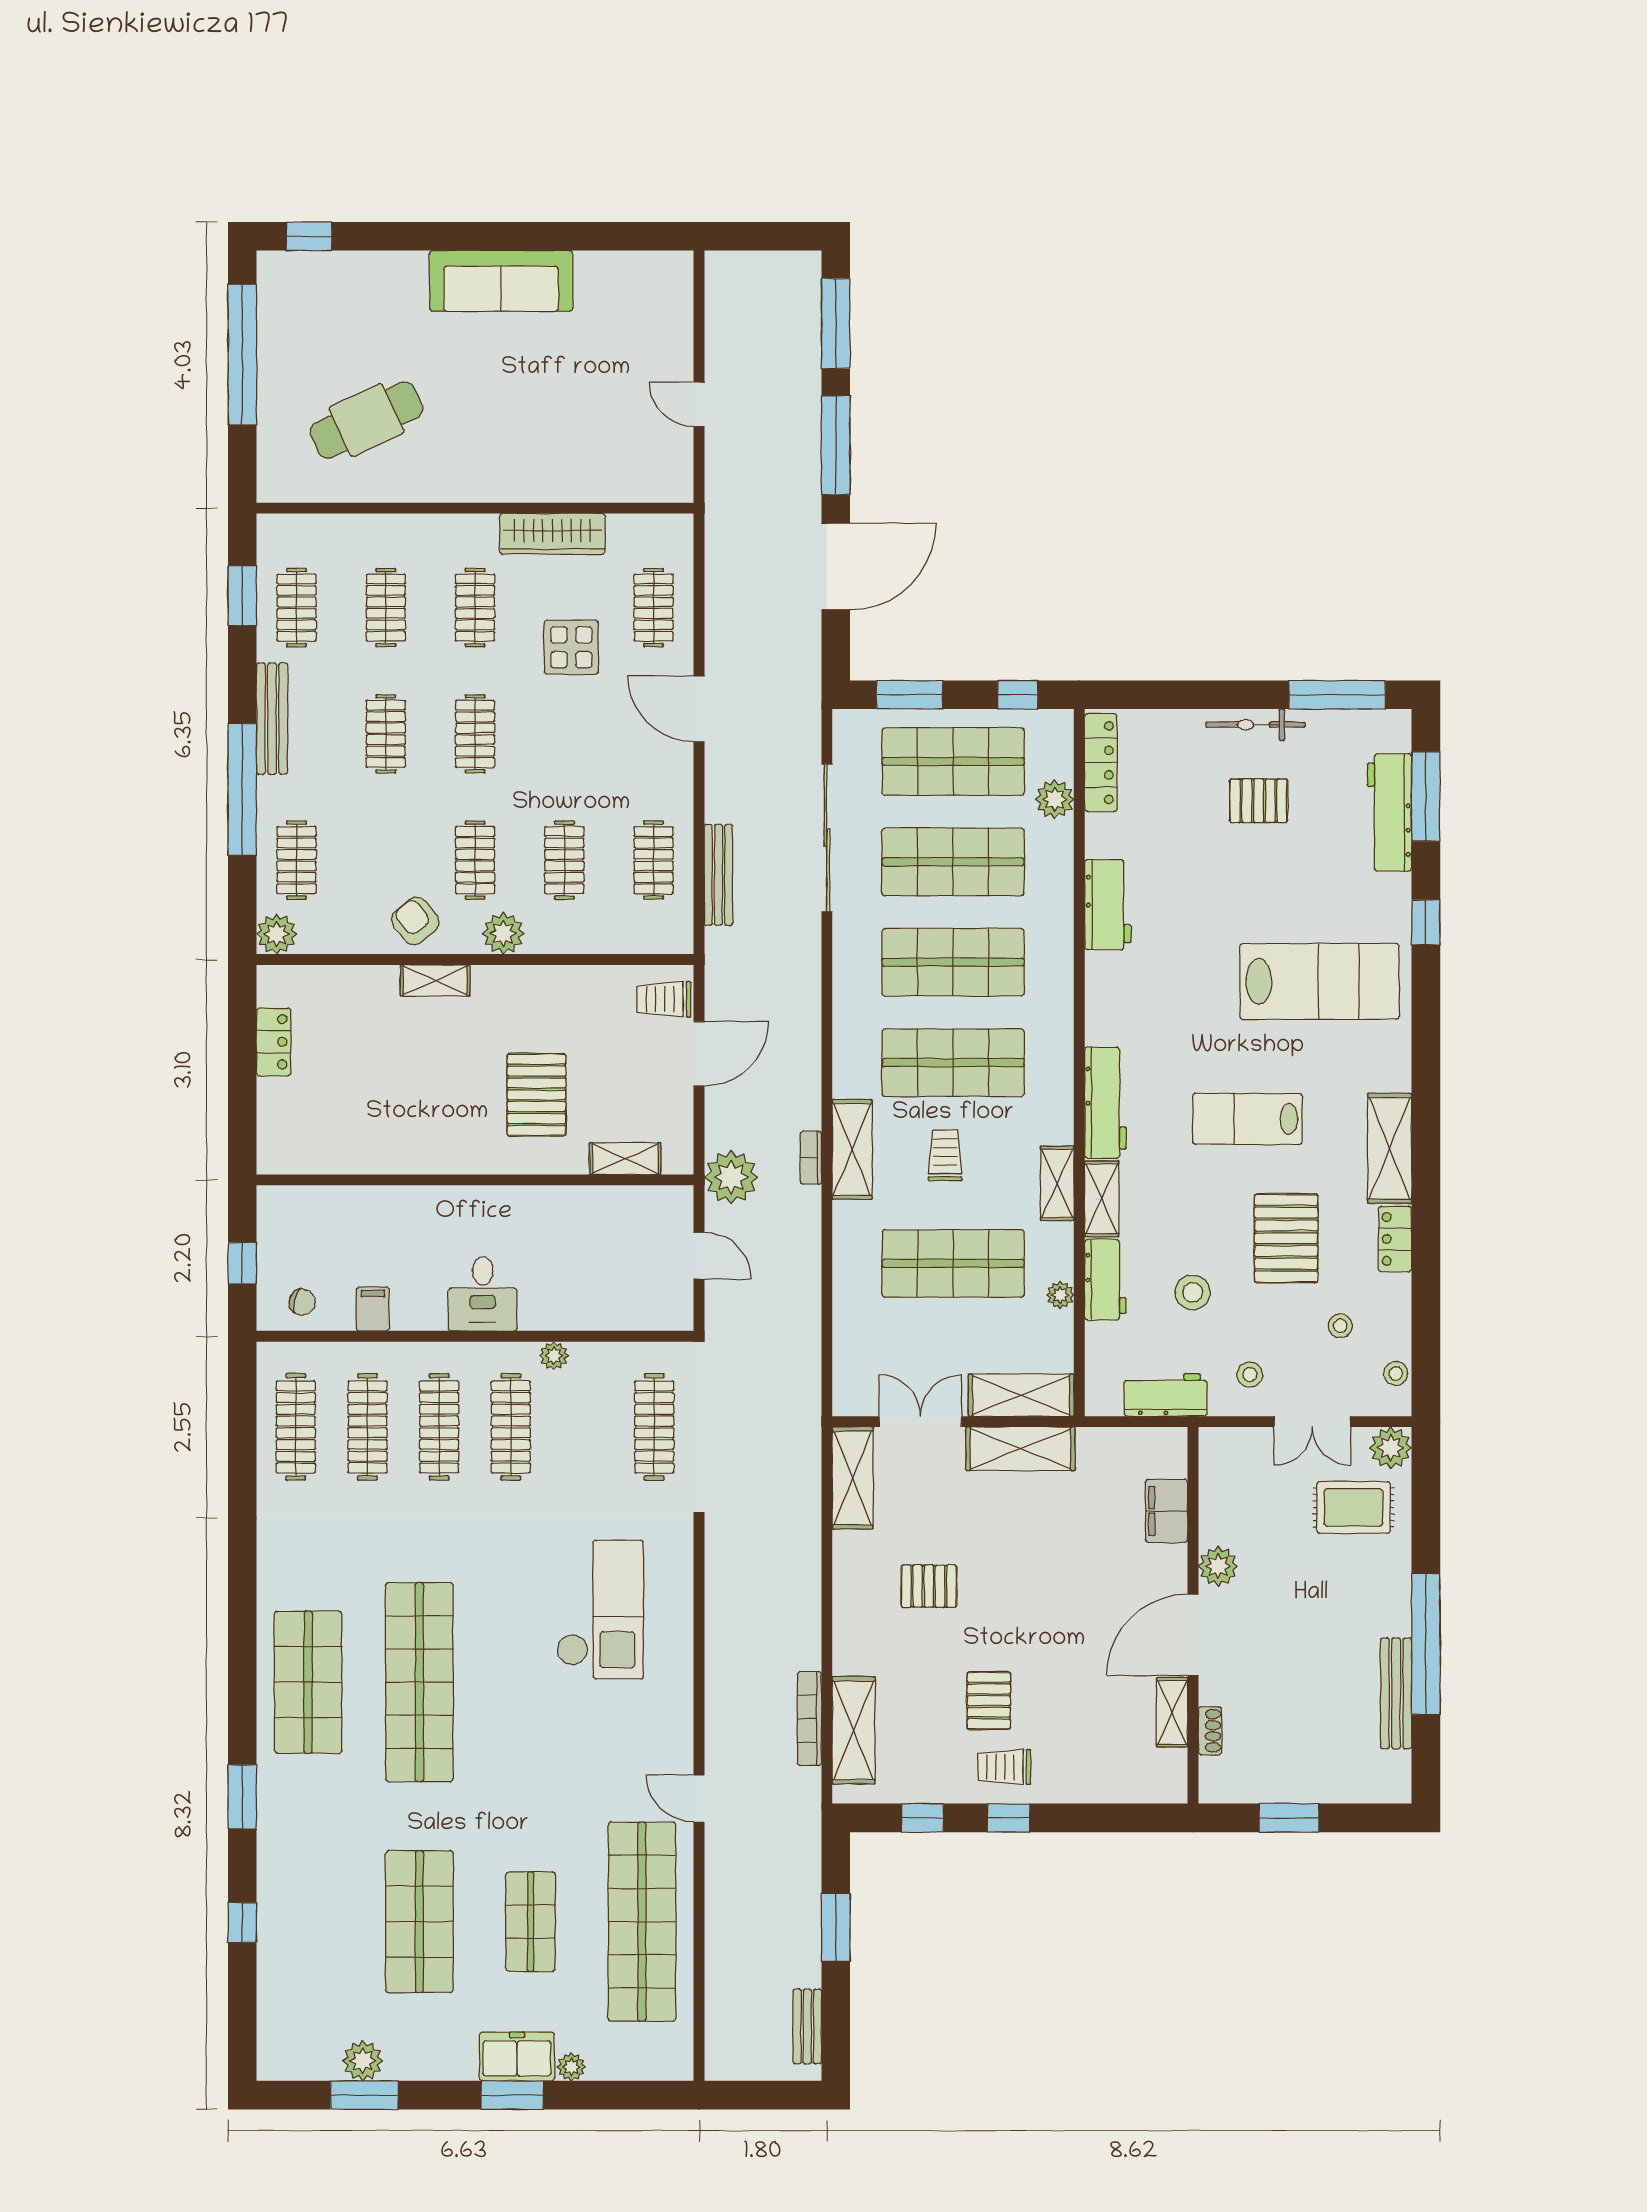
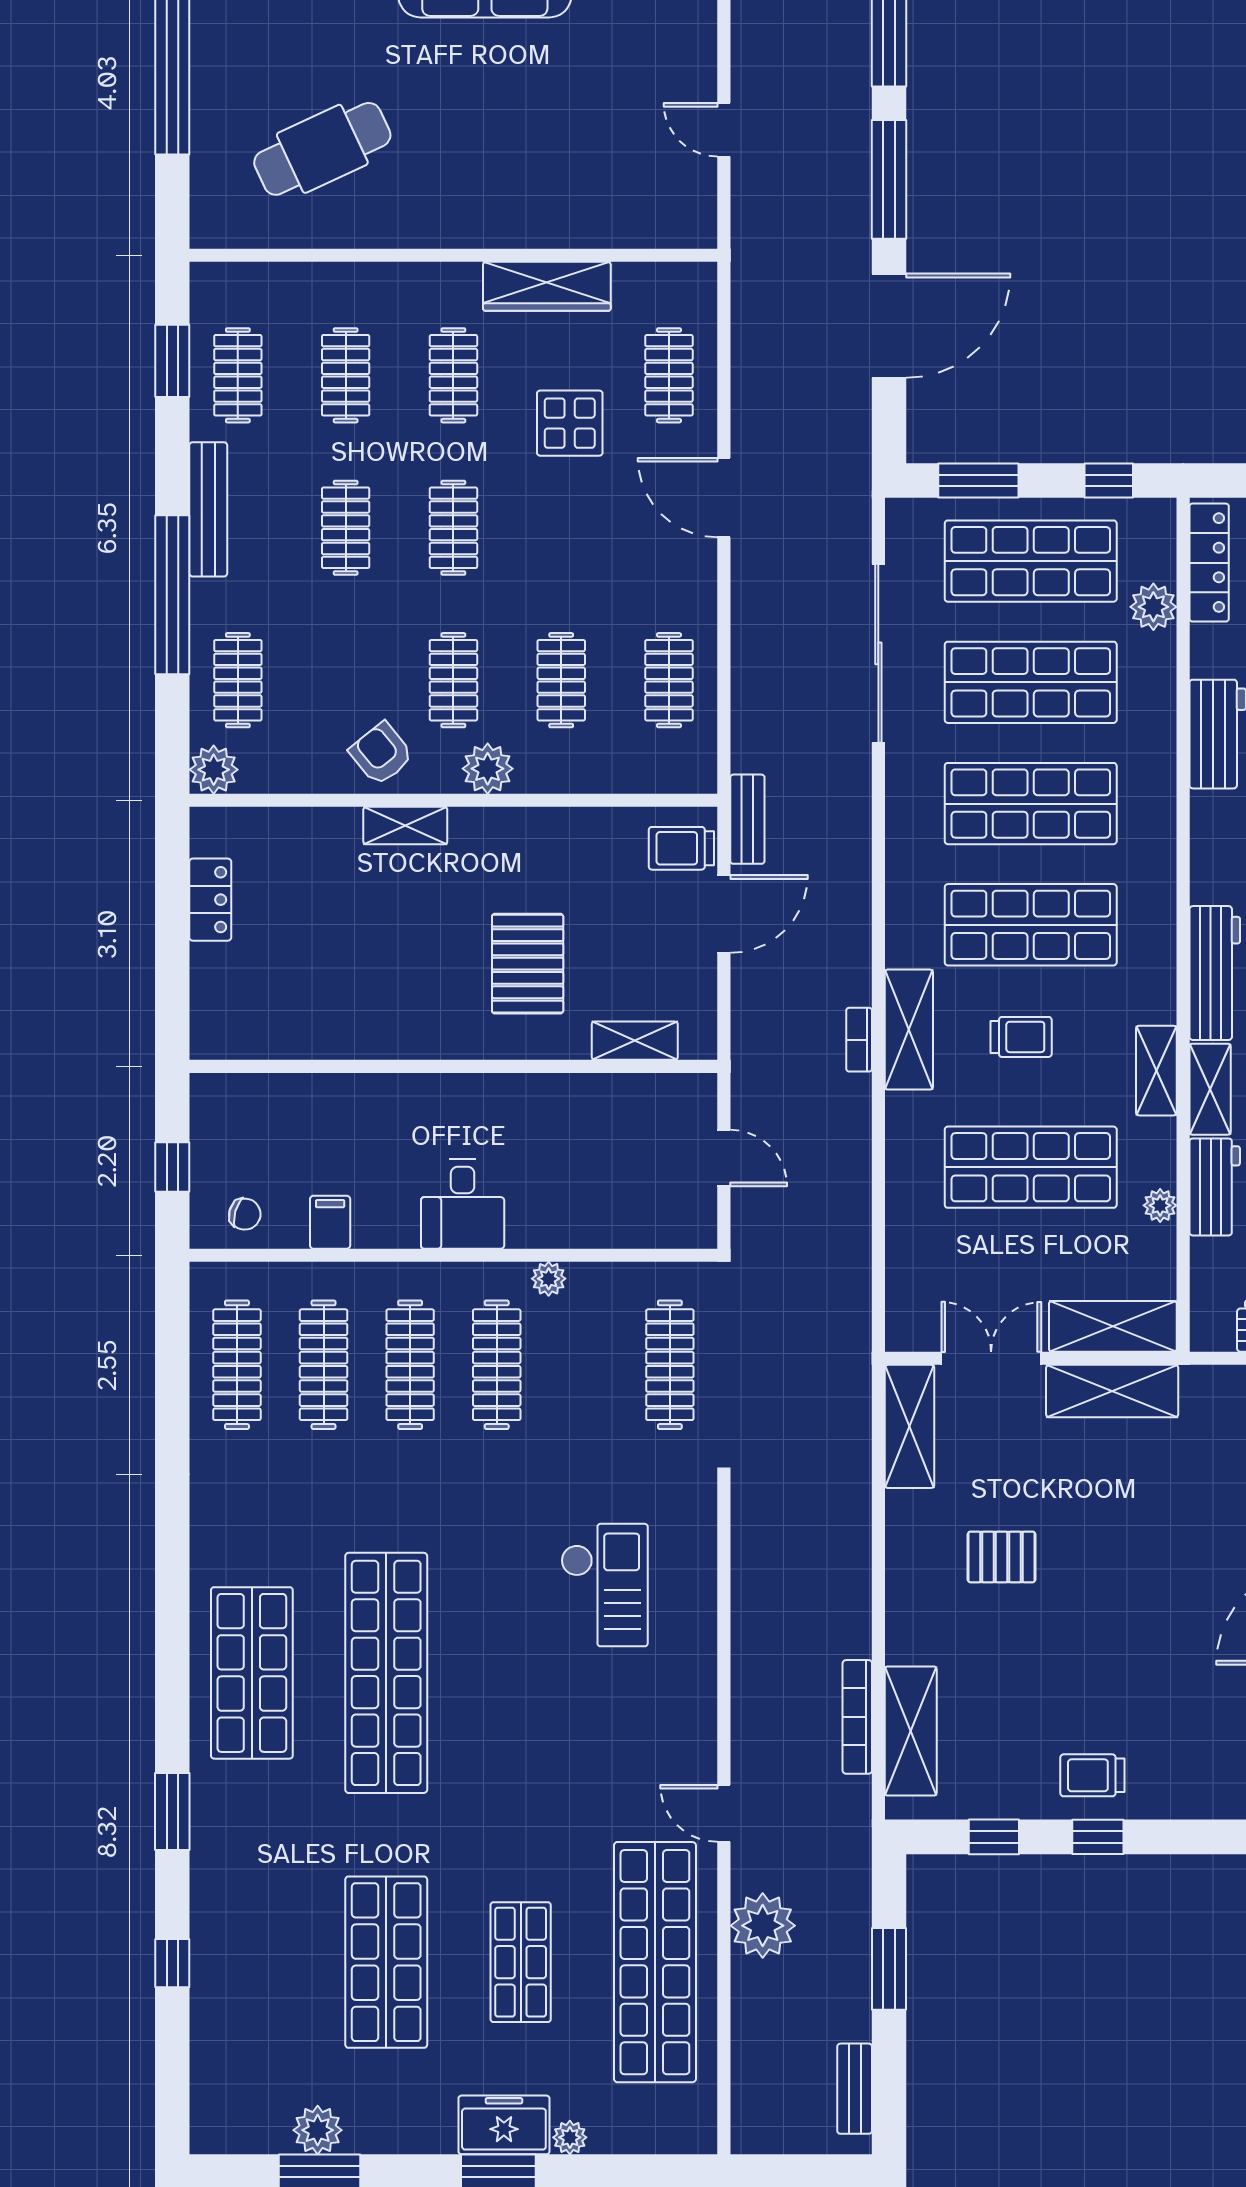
bench: (718, 875) -> (747, 819), moved, width x0.73
trolley: (945, 1156) -> (1021, 1037), turned 90
plant: (731, 1177) -> (763, 1926), moved
checkout: (600, 1609) -> (604, 1585), width x0.73, depth x0.83
pallet: (989, 1701) -> (1074, 1695), removed

